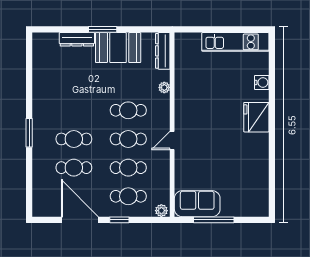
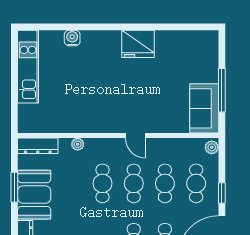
window: (103, 29) -> (14, 187), moved
fridge: (256, 117) -> (138, 44), moved

